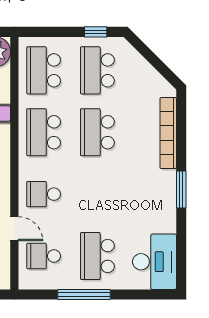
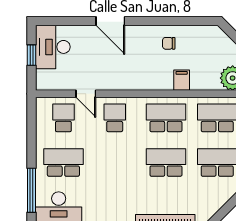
door: (14, 229) -> (86, 94), hinge flipped
window: (84, 294) -> (32, 190), moved

